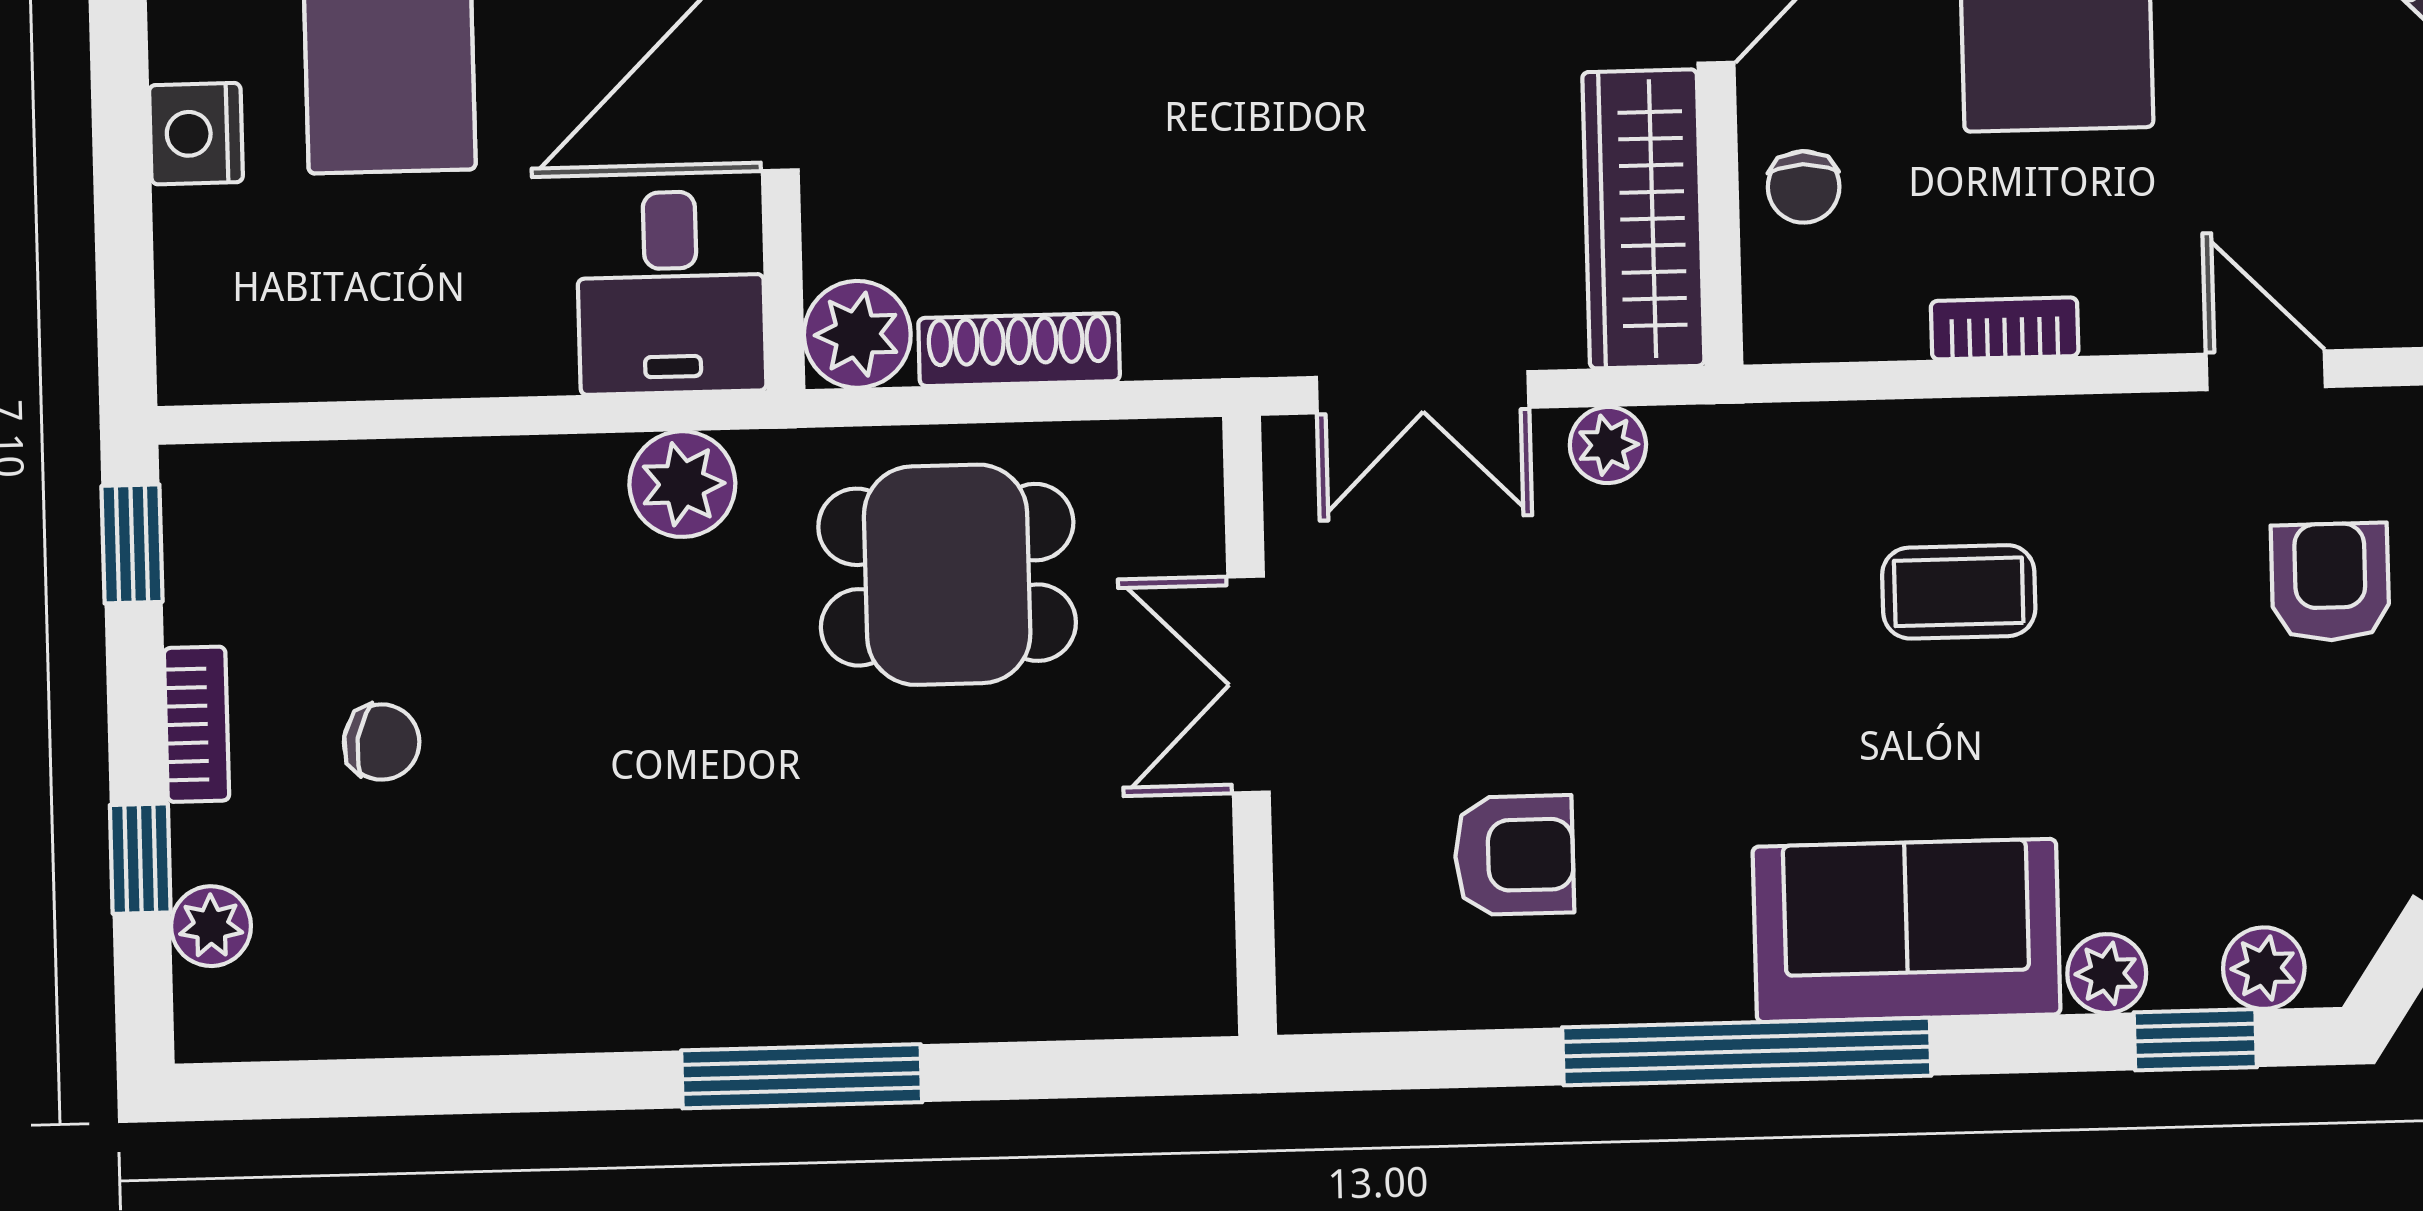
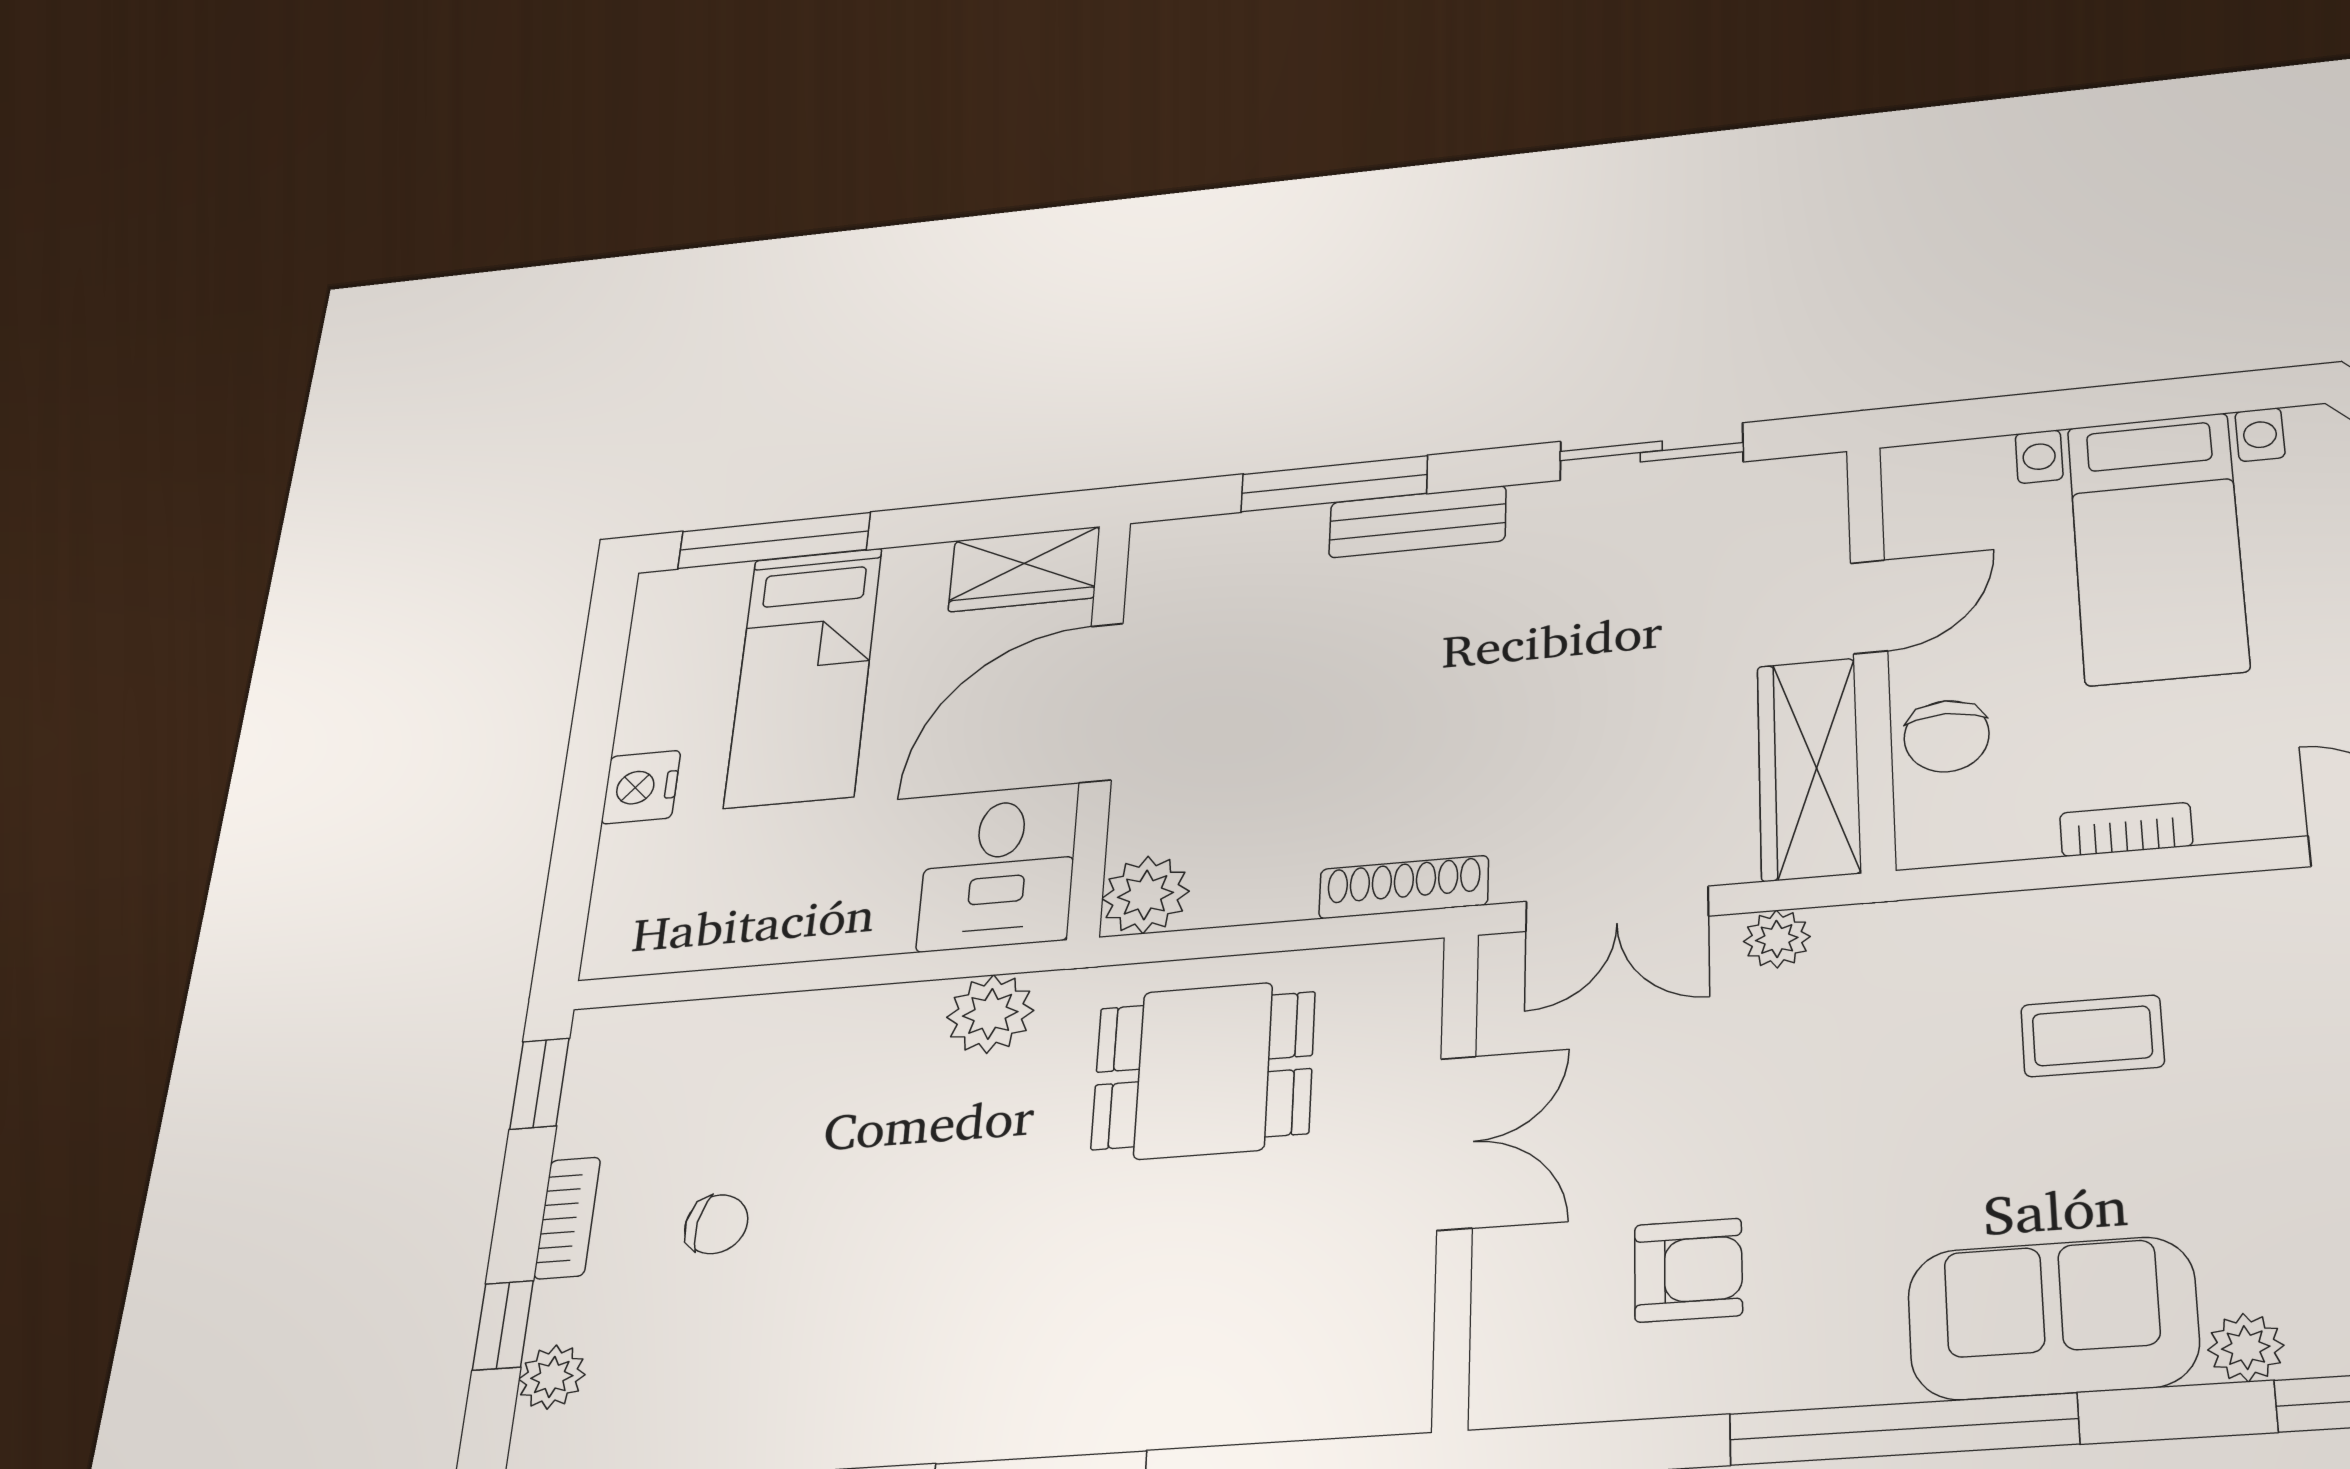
chair: (1804, 187) -> (1947, 736), width x1.37, depth x1.37
shoe rack: (1019, 350) -> (1404, 887), moved
double door: (1248, 684) -> (1456, 1143), swing flipped

